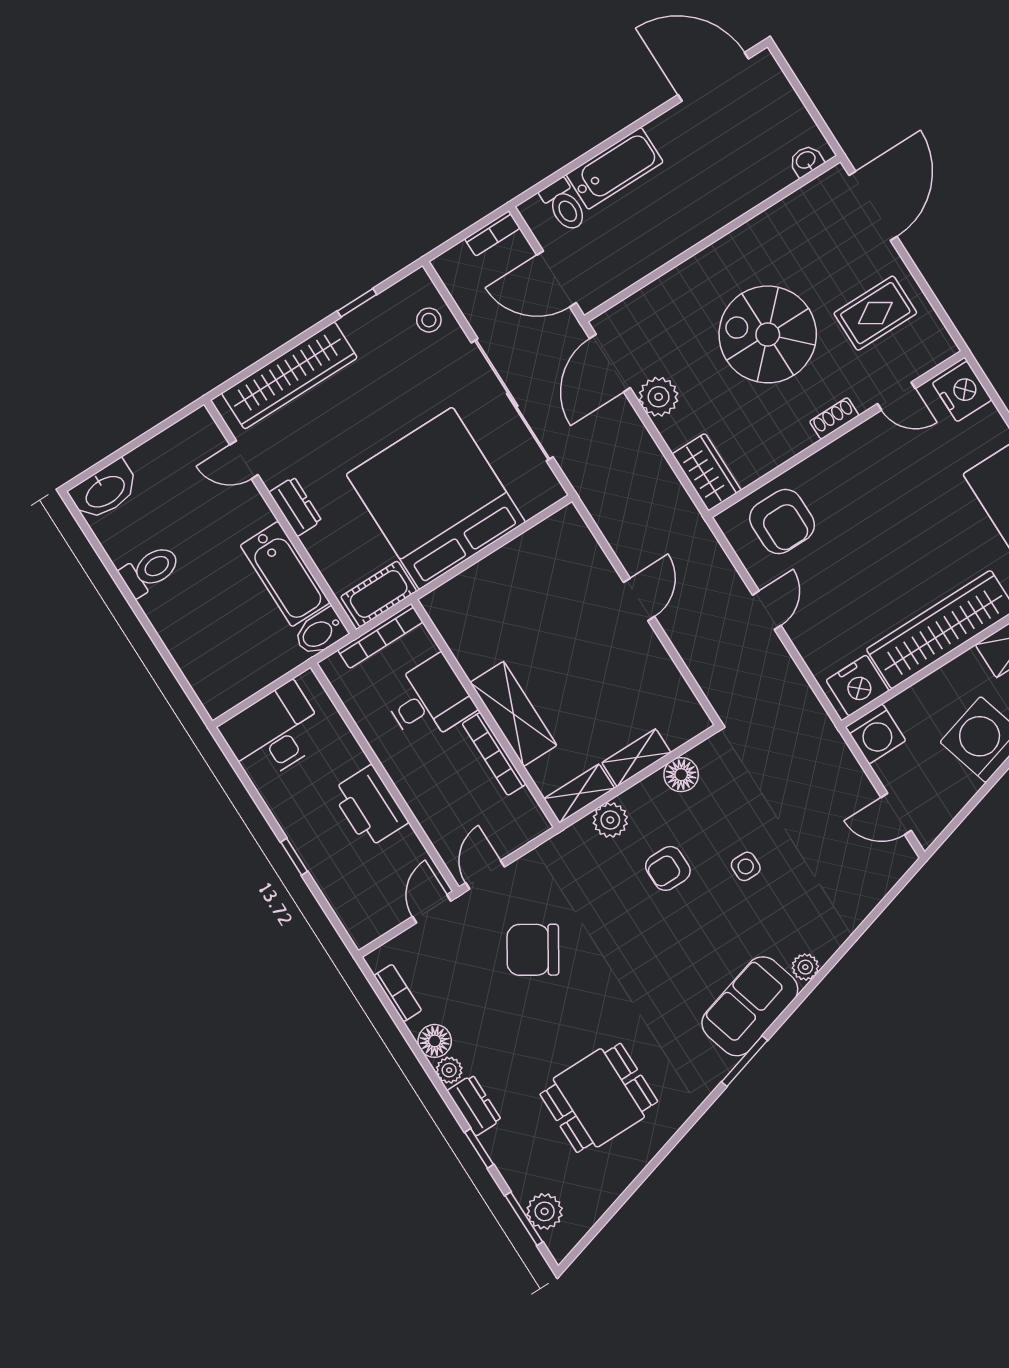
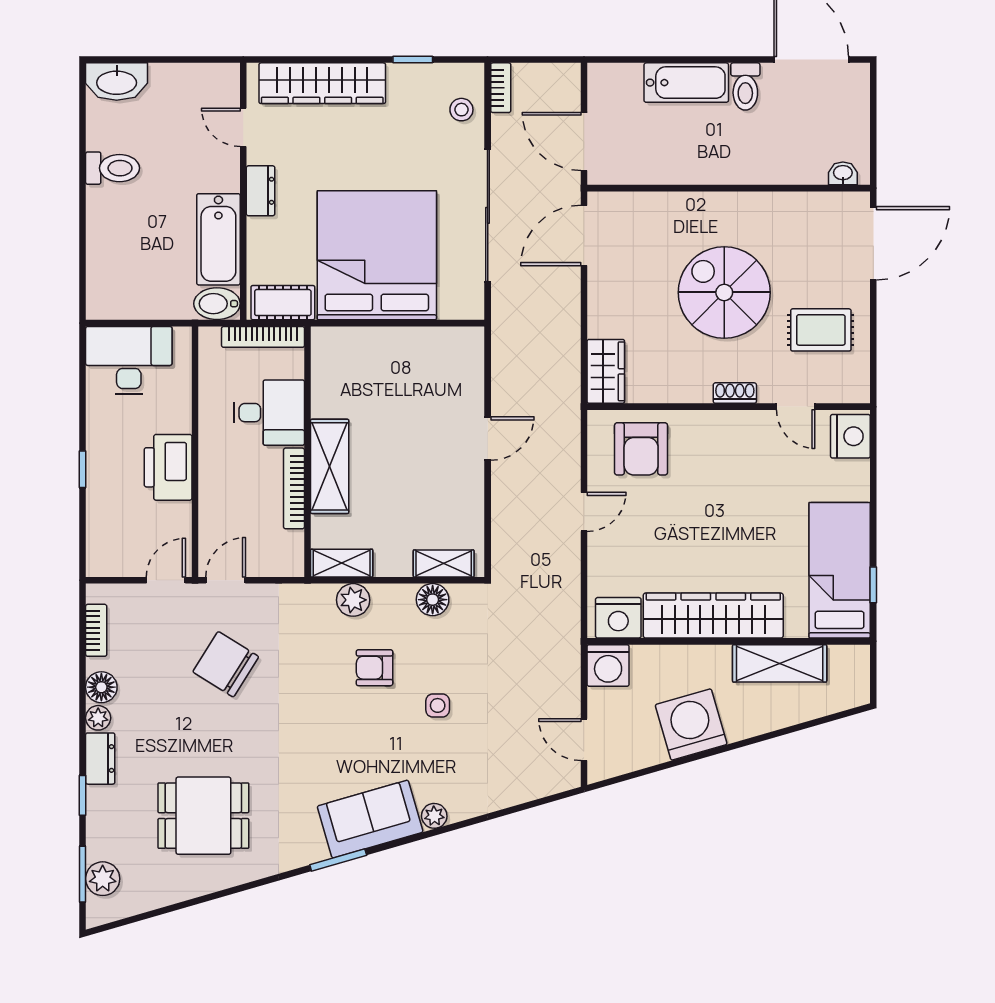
toilet: (564, 205) -> (745, 86), moved
bookcase: (492, 234) -> (501, 88), moved, turned -90
plant: (659, 397) -> (606, 287), removed
shelving: (636, 758) -> (444, 563), moved

